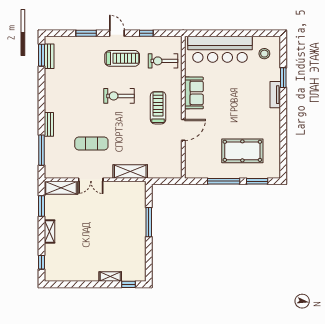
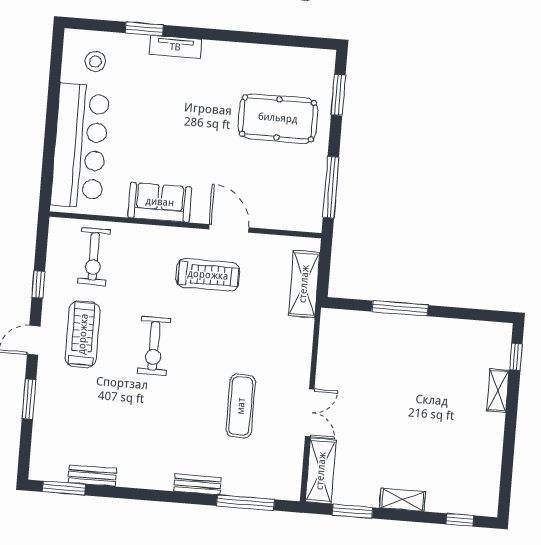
bench: (49, 56) -> (92, 476), moved
treadmill: (158, 108) -> (208, 275), moved, turned 180
pool table: (242, 151) -> (278, 118), turned 90
shelving: (130, 171) -> (304, 284), moved
window: (224, 181) -> (331, 187), moved

